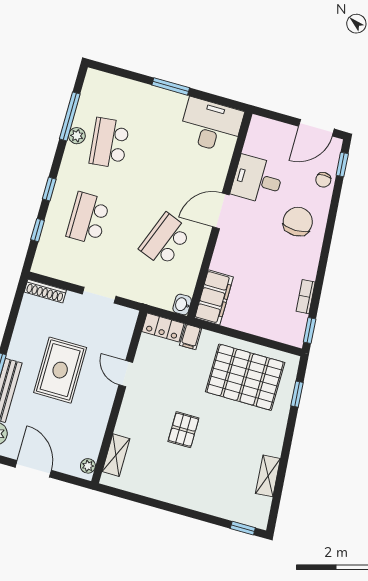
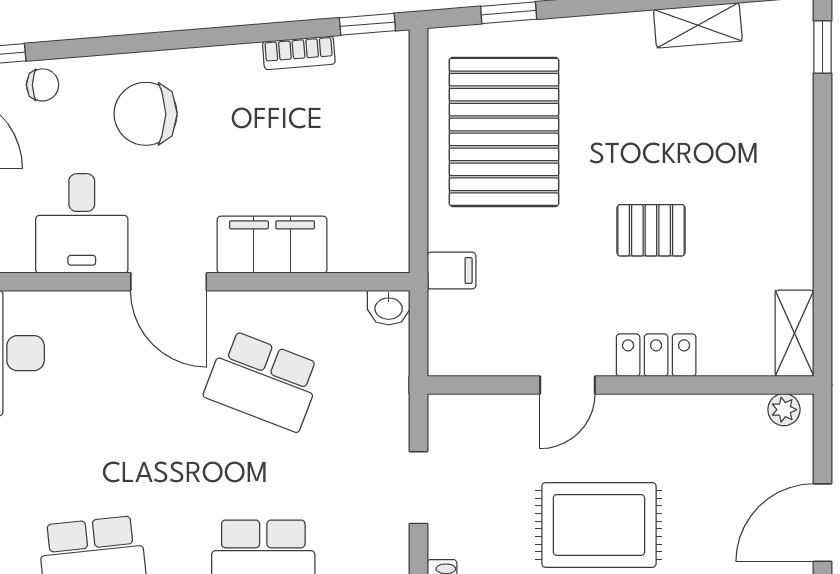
filing cabinet: (214, 297) -> (272, 245), moved
locker: (163, 327) -> (656, 355), moved, turned -90
shelving: (116, 455) -> (794, 333), moved, turned 90

